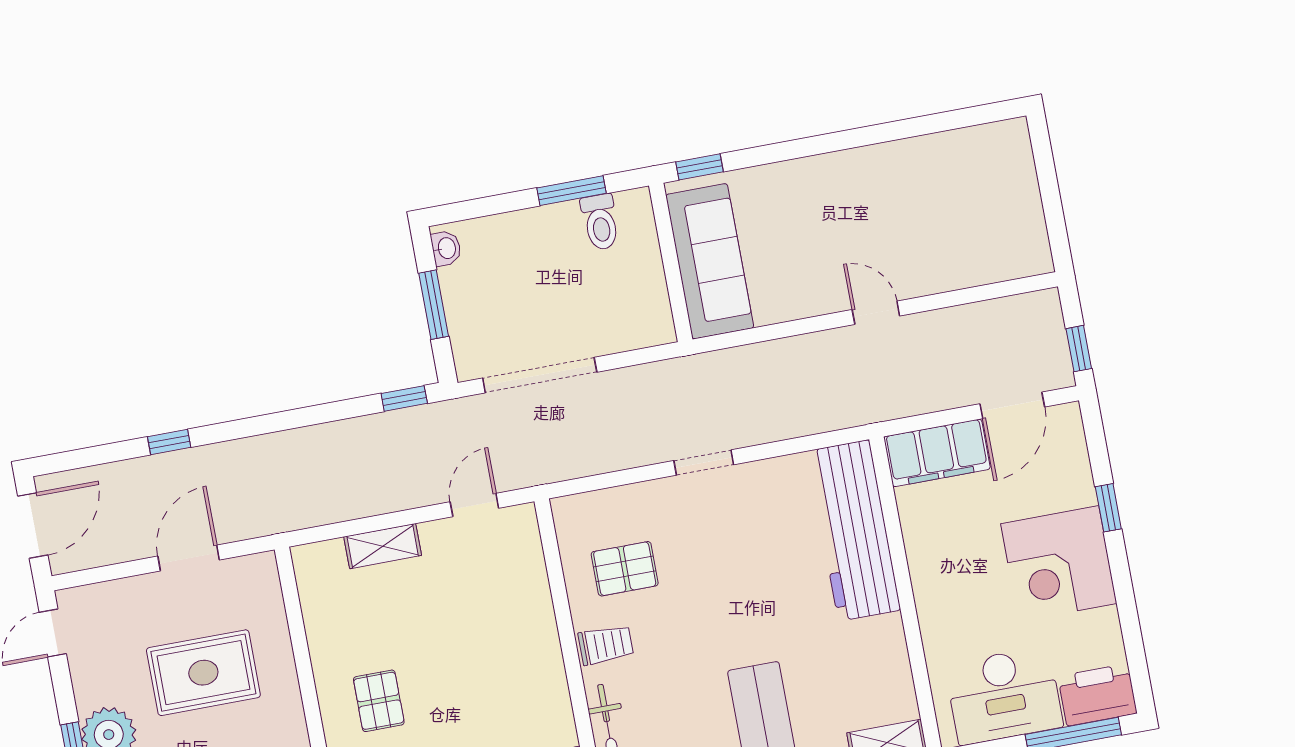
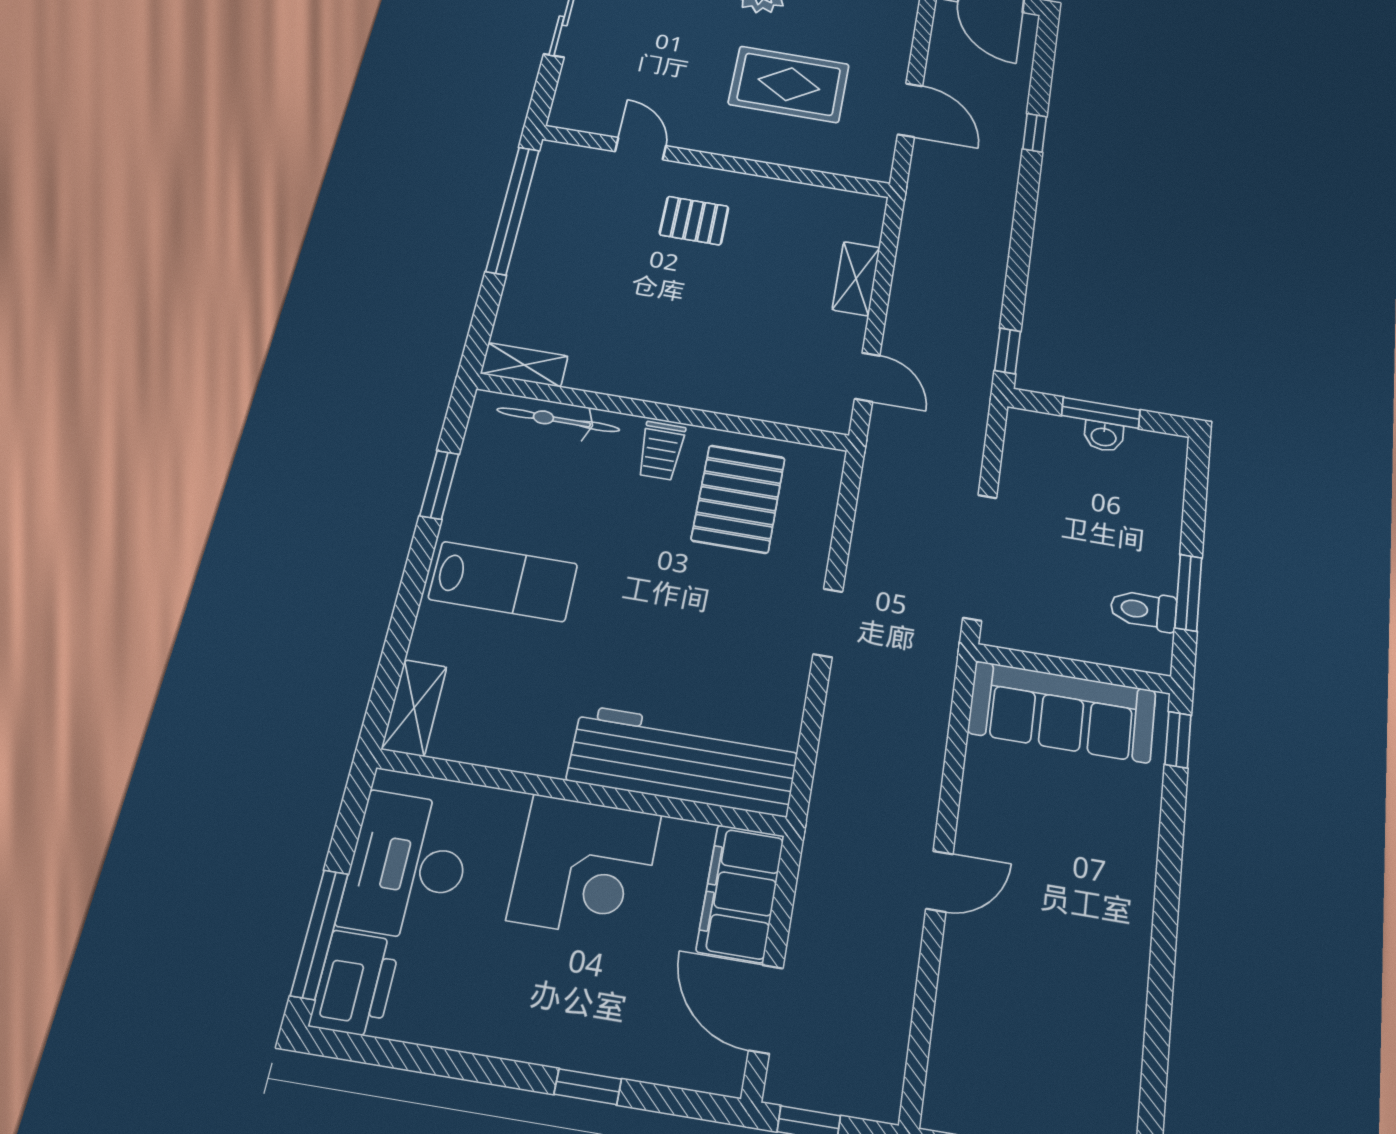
washbasin: (446, 248) -> (1104, 436), moved
doorway: (540, 375) -> (980, 557), moved
corner desk: (1059, 564) -> (585, 867), moved, turned 180
pallet: (625, 569) -> (738, 499), width x1.50, depth x1.42
rug: (203, 673) -> (789, 84), turned 90

